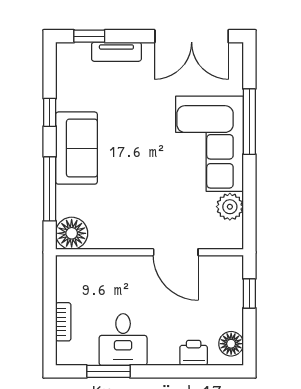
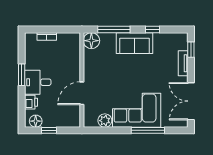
window: (249, 293) -> (49, 130), moved
desk: (123, 340) -> (38, 82), moved
window: (108, 371) -> (22, 75), moved

